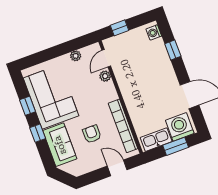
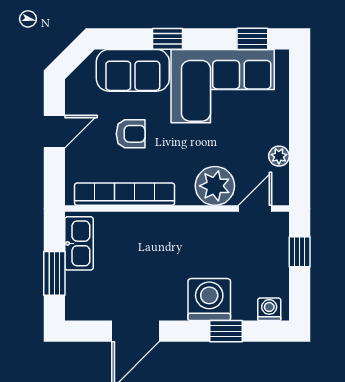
door: (106, 58) -> (255, 209), hinge flipped
plant: (105, 76) -> (215, 186), width x1.87, depth x1.87
window: (28, 106) -> (252, 39), moved
washing machine: (180, 127) -> (209, 300), moved, turned -90
door: (117, 168) -> (54, 132), moved

